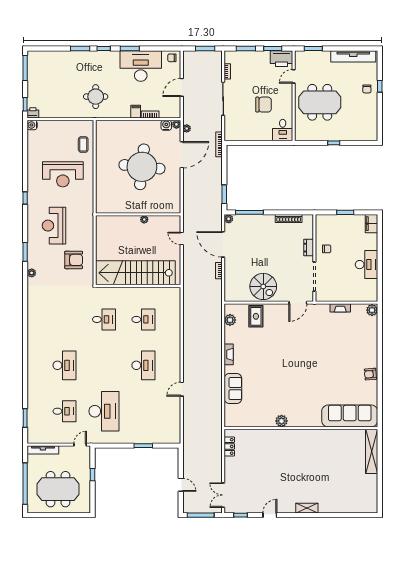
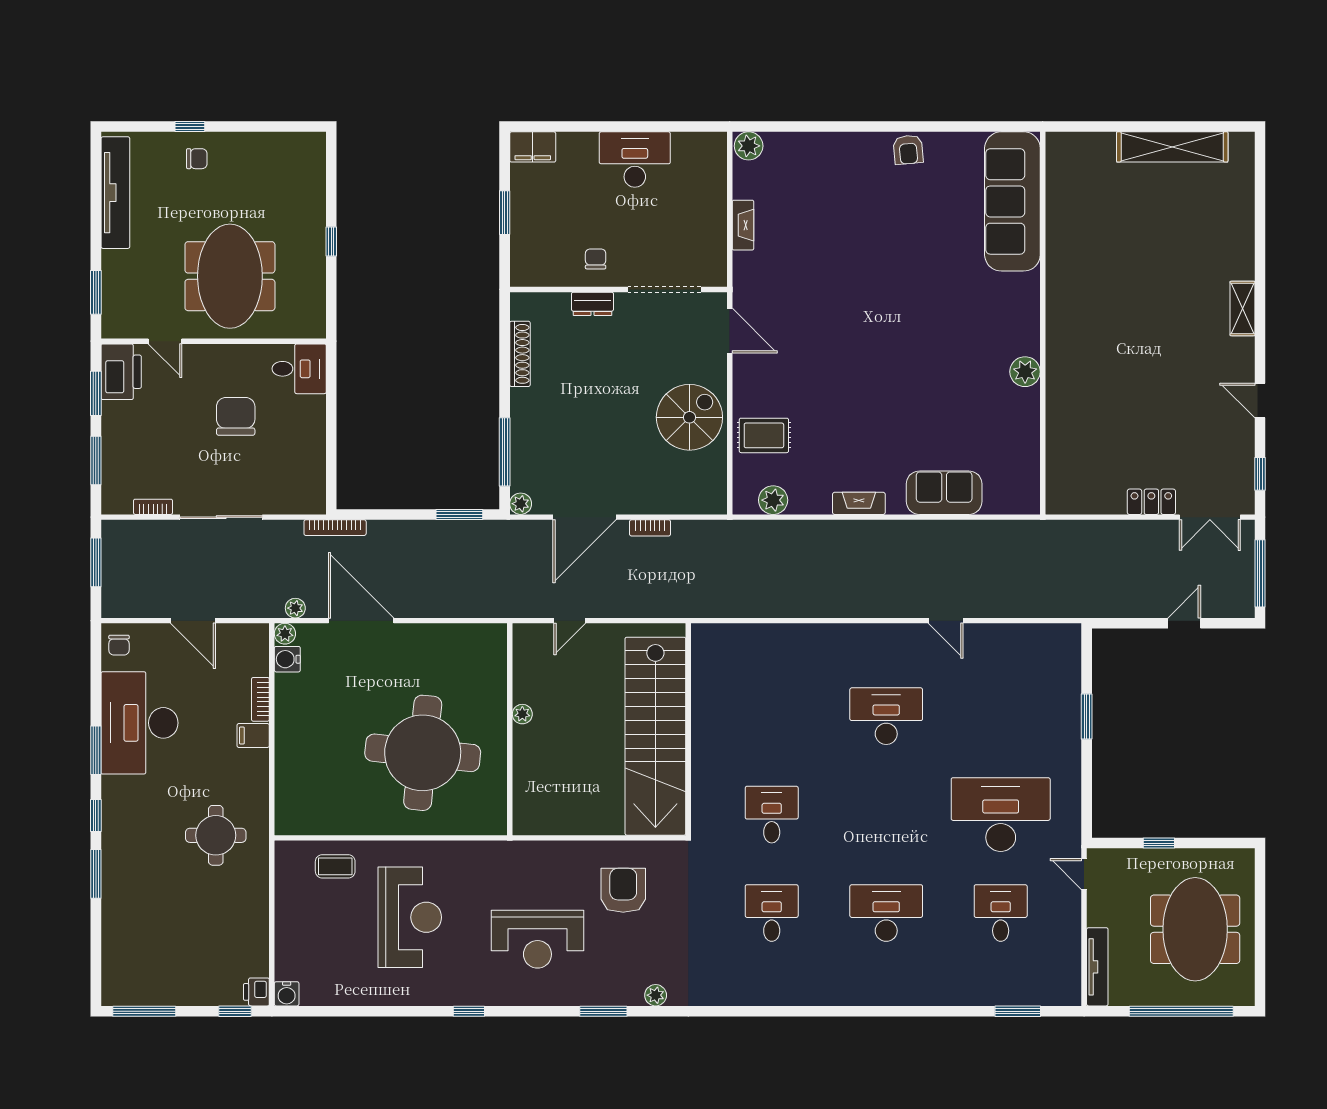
round table: (142, 167) -> (423, 753), moved
desk: (143, 319) -> (772, 913), moved
locker: (229, 446) -> (1151, 502), moved
shelving: (372, 451) -> (1172, 147), moved

